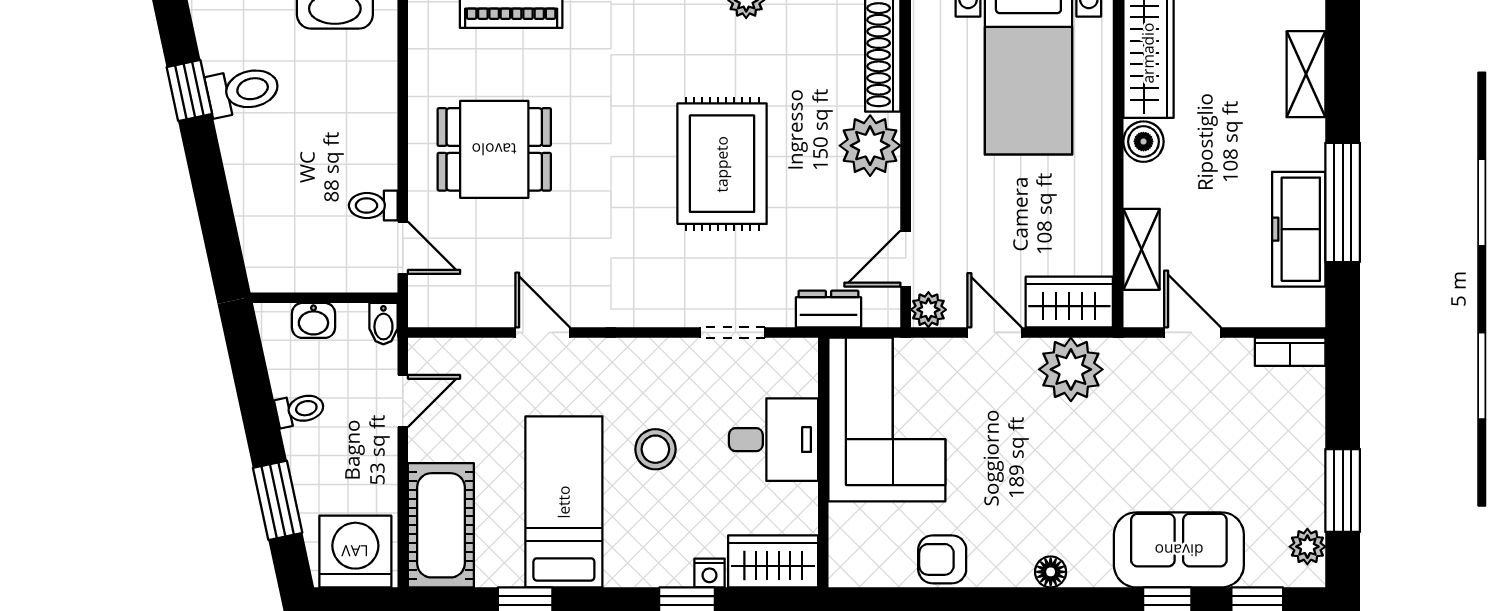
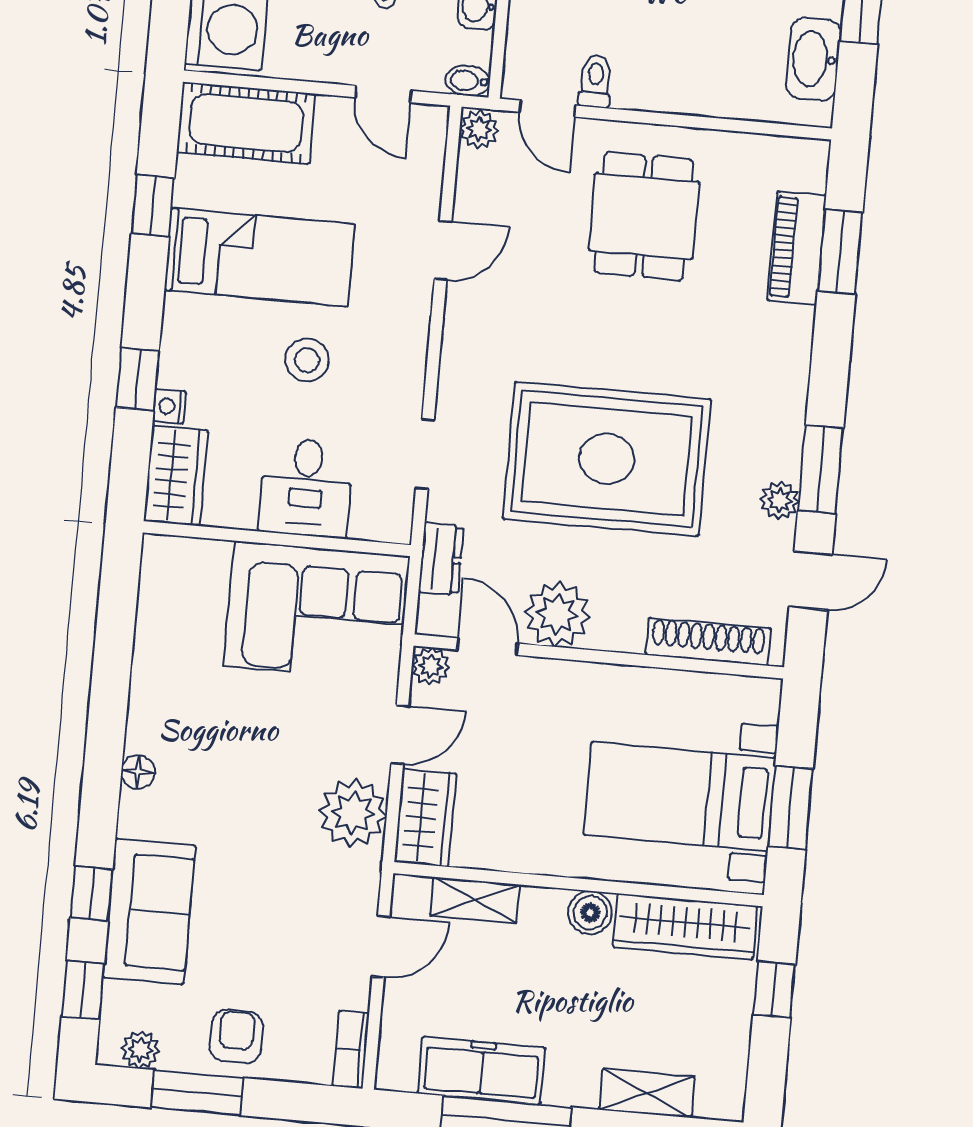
plant: (870, 146) -> (557, 614), moved
rug: (722, 164) -> (607, 459), width x1.37, depth x1.44
door: (403, 248) -> (547, 109), hinge flipped
plant: (427, 309) -> (479, 129), added
armchair: (942, 559) -> (236, 1036), moved

